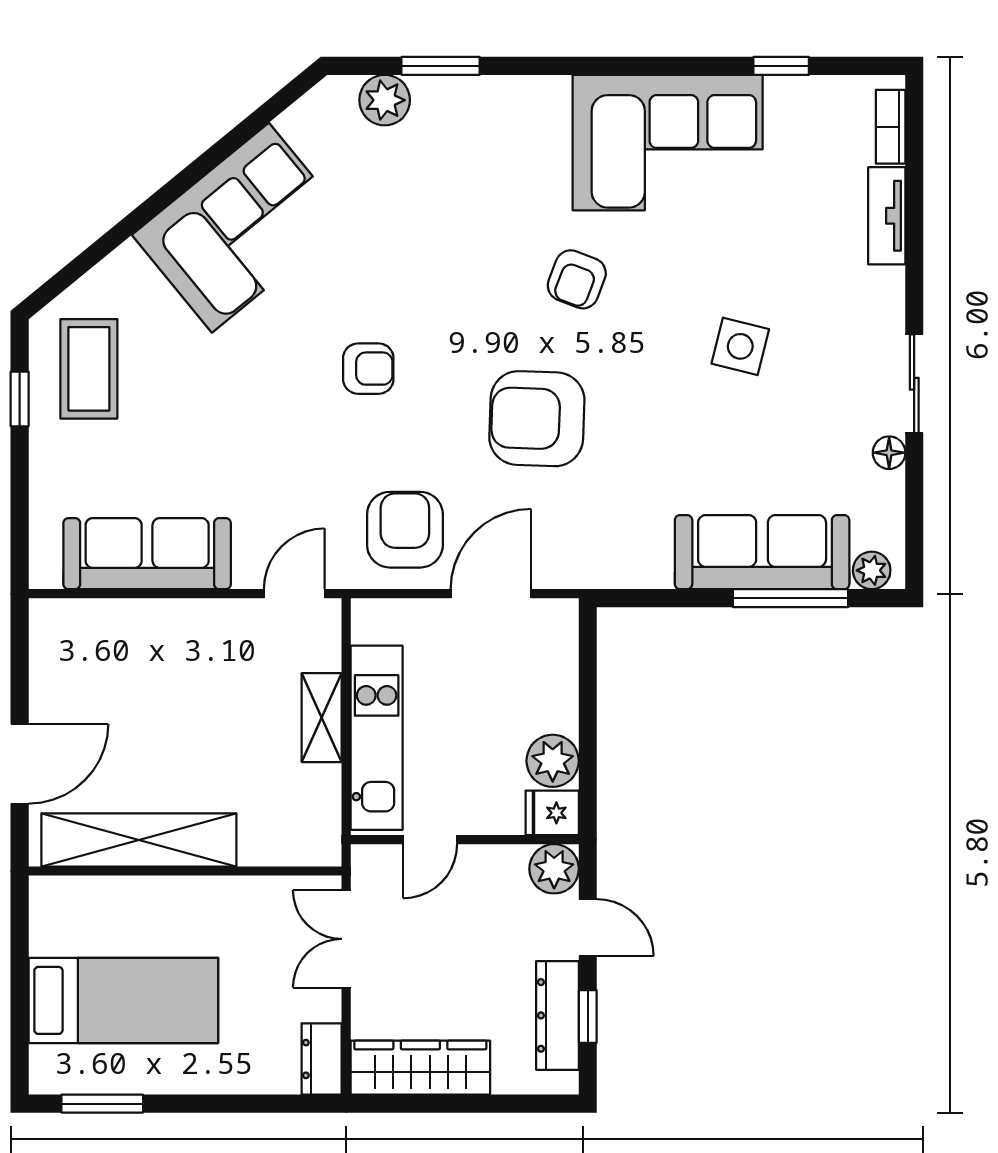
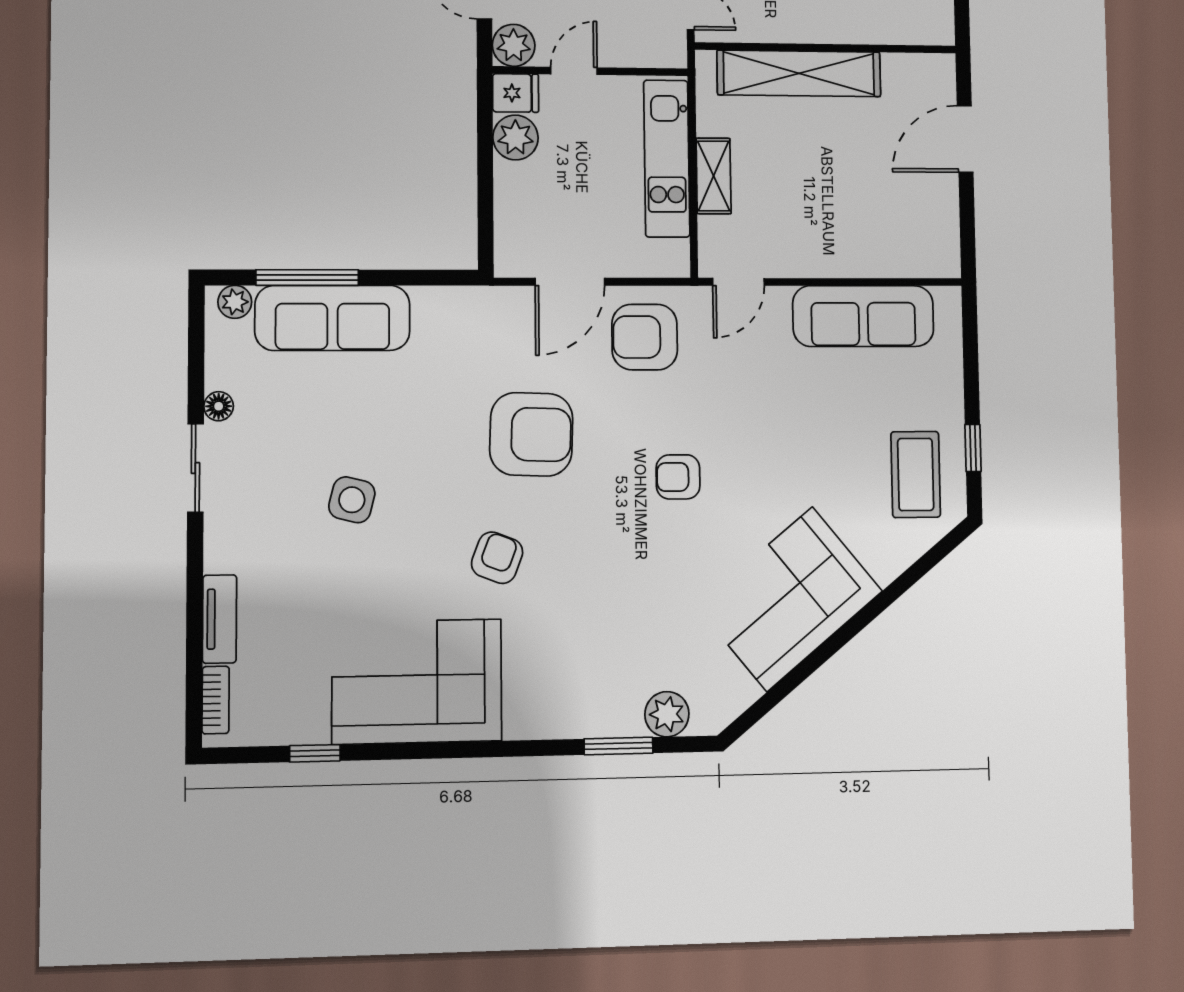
armchair: (405, 530) -> (645, 337), turned 90
shelving: (139, 840) -> (799, 73), moved
door: (430, 840) -> (574, 71), moved

